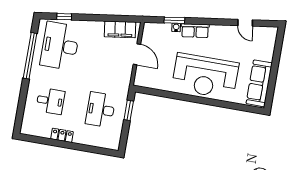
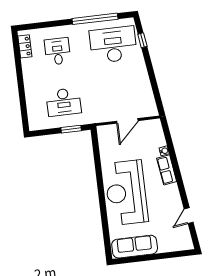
window: (174, 20) -> (171, 147), removed
filing cabinet: (120, 29) -> (146, 98), removed
desk: (50, 101) -> (58, 51), turned 180
desk: (101, 110) -> (64, 102), turned 180
locker: (62, 135) -> (25, 46), moved

